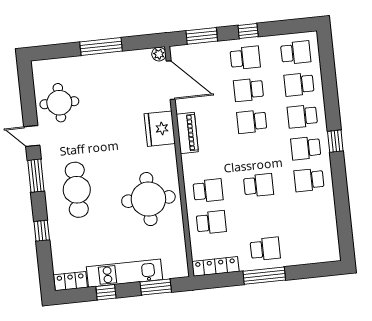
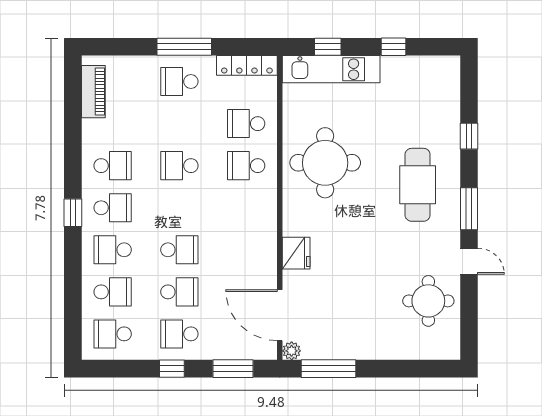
window: (101, 46) -> (329, 369), moved
school desk: (302, 116) -> (113, 250), turned 180
fridge: (160, 129) -> (296, 253), width x0.73, depth x0.75
piano: (187, 133) -> (93, 92), moved, turned 180
kitchen unit: (124, 273) -> (331, 69), moved
locker: (70, 281) -> (438, 66), removed
window: (156, 287) -> (328, 47), width x0.67

